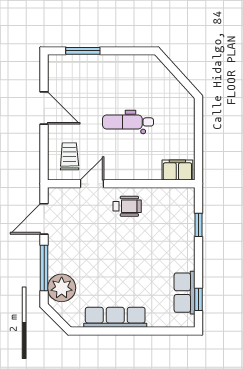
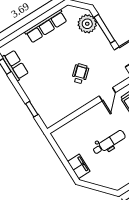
filing cabinet: (177, 170) -> (79, 166), moved, turned -90
wheelchair: (127, 206) -> (80, 74), moved, turned 138

